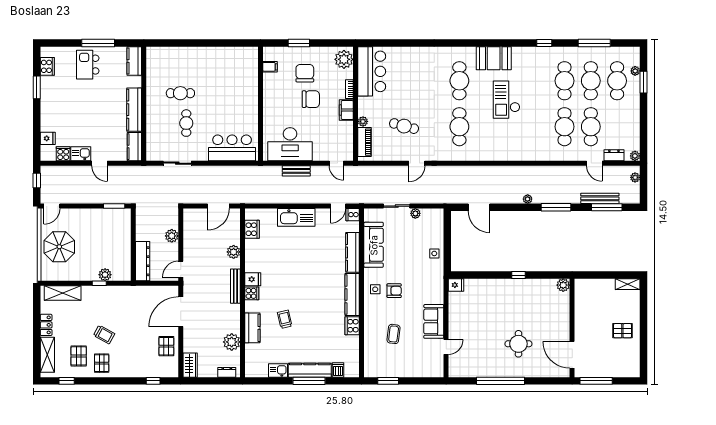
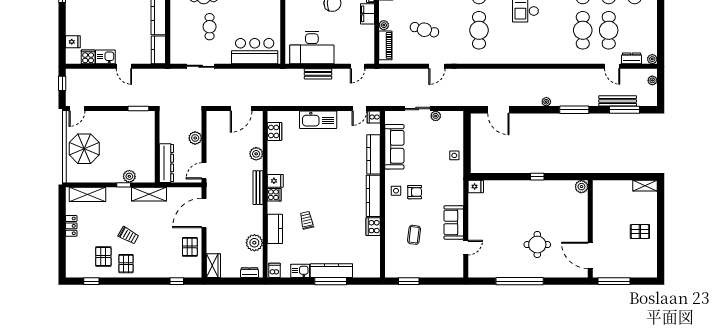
door: (336, 163) -> (358, 66), hinge flipped
shelving: (47, 355) -> (149, 194), moved, turned 90
dishwasher: (338, 370) -> (274, 270), moved

